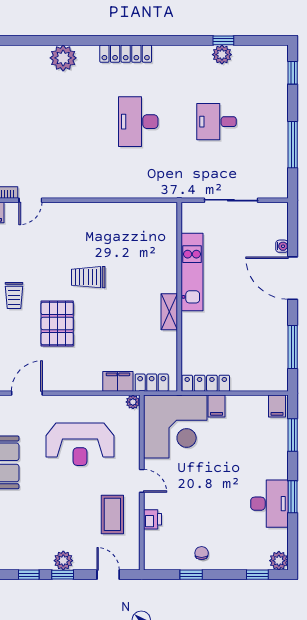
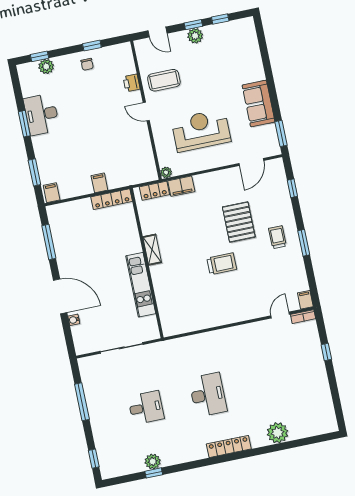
corner desk: (175, 427) -> (129, 160), removed
coffee table: (112, 514) -> (164, 80), turned 90
plant: (279, 561) -> (46, 66), moved

